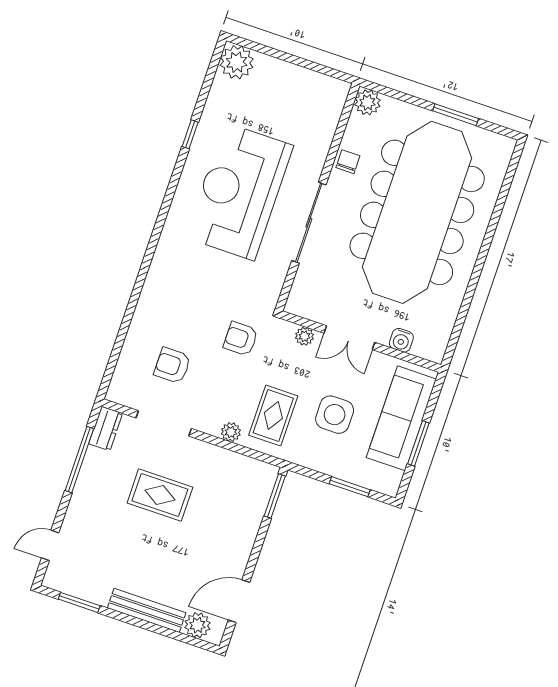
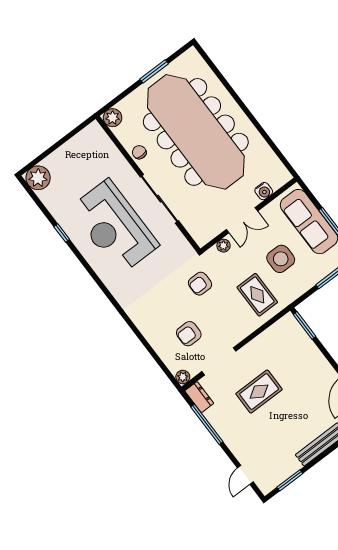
plant: (231, 432) -> (183, 377), moved

